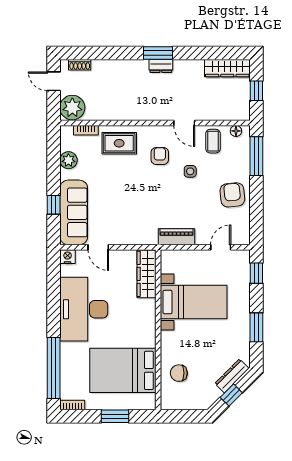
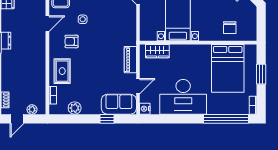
plant: (72, 108) -> (32, 109), width x0.53, depth x0.53
sofa: (74, 212) -> (119, 104), width x0.73
piano: (176, 237) -> (130, 60), moved
wardrobe: (146, 274) -> (157, 51), width x0.67

